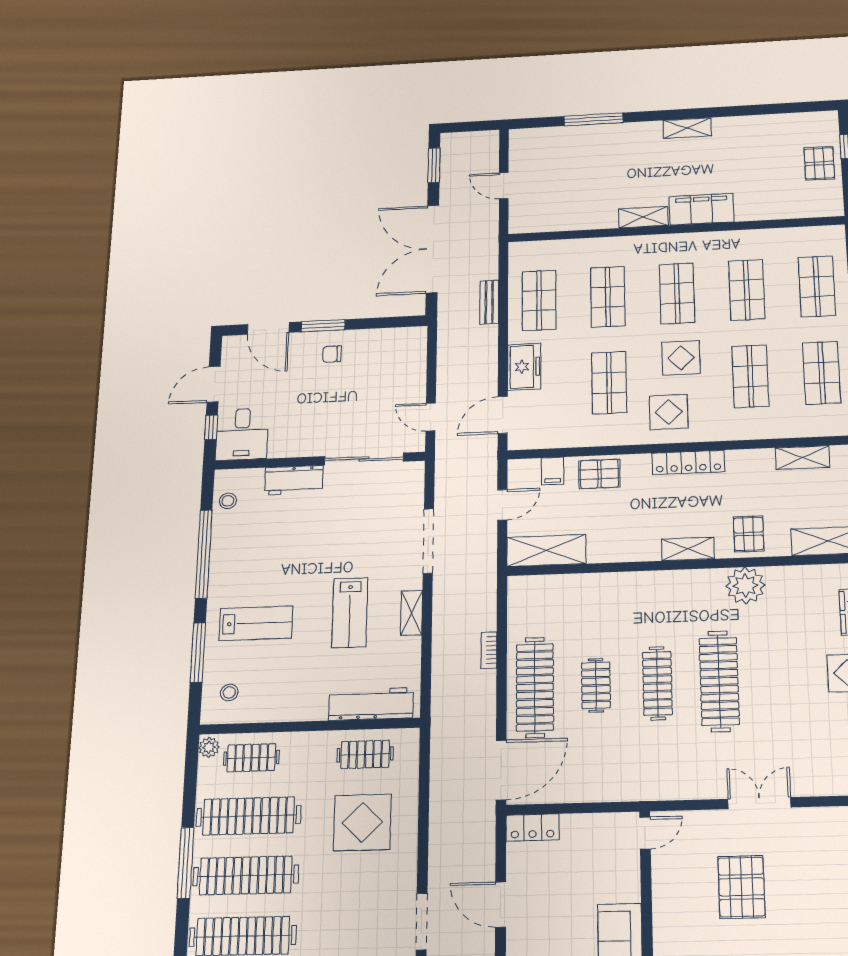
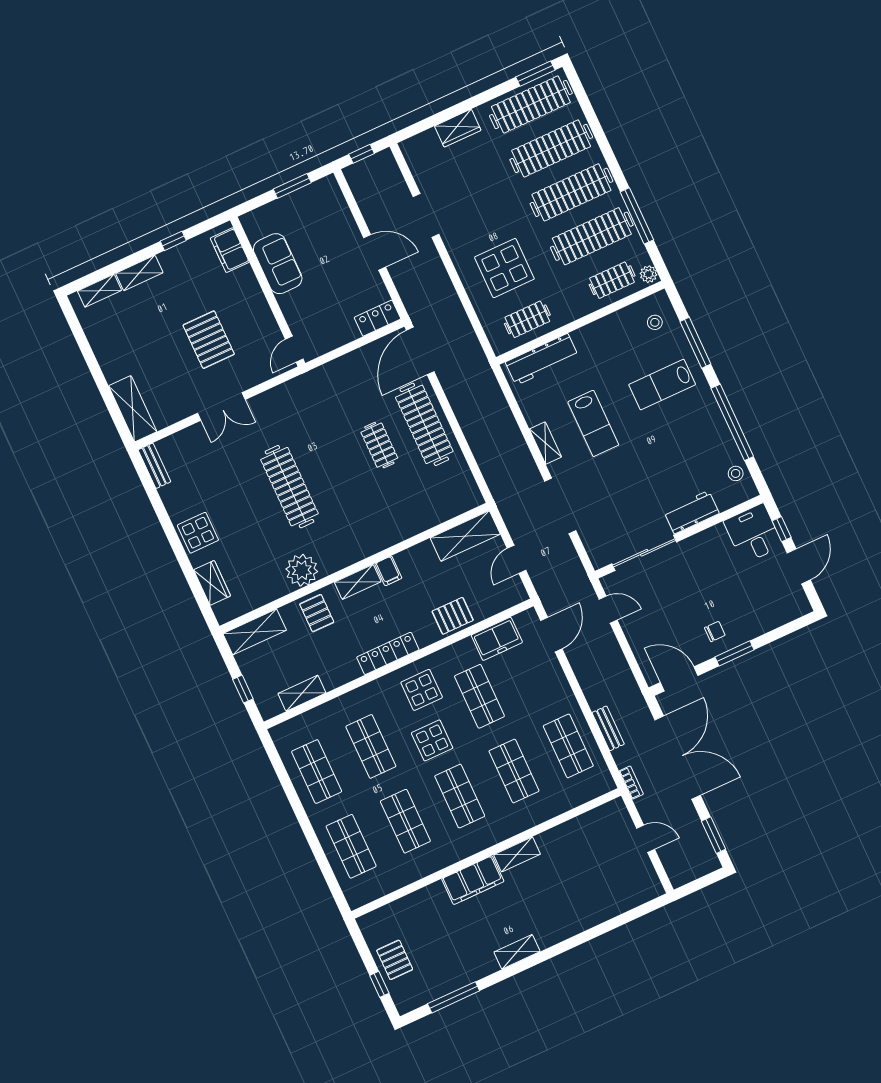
window: (594, 119) -> (454, 997), moved
door: (268, 328) -> (679, 679), moved
freezer: (524, 367) -> (497, 639), moved, turned -90
filing cabinet: (553, 471) -> (388, 571), moved, turned 180
lab bench: (350, 613) -> (593, 423), turned 180
bookcase: (489, 650) -> (631, 783), moved
clothes rail: (657, 683) -> (334, 466), removed
window: (185, 863) -> (637, 216), moved

